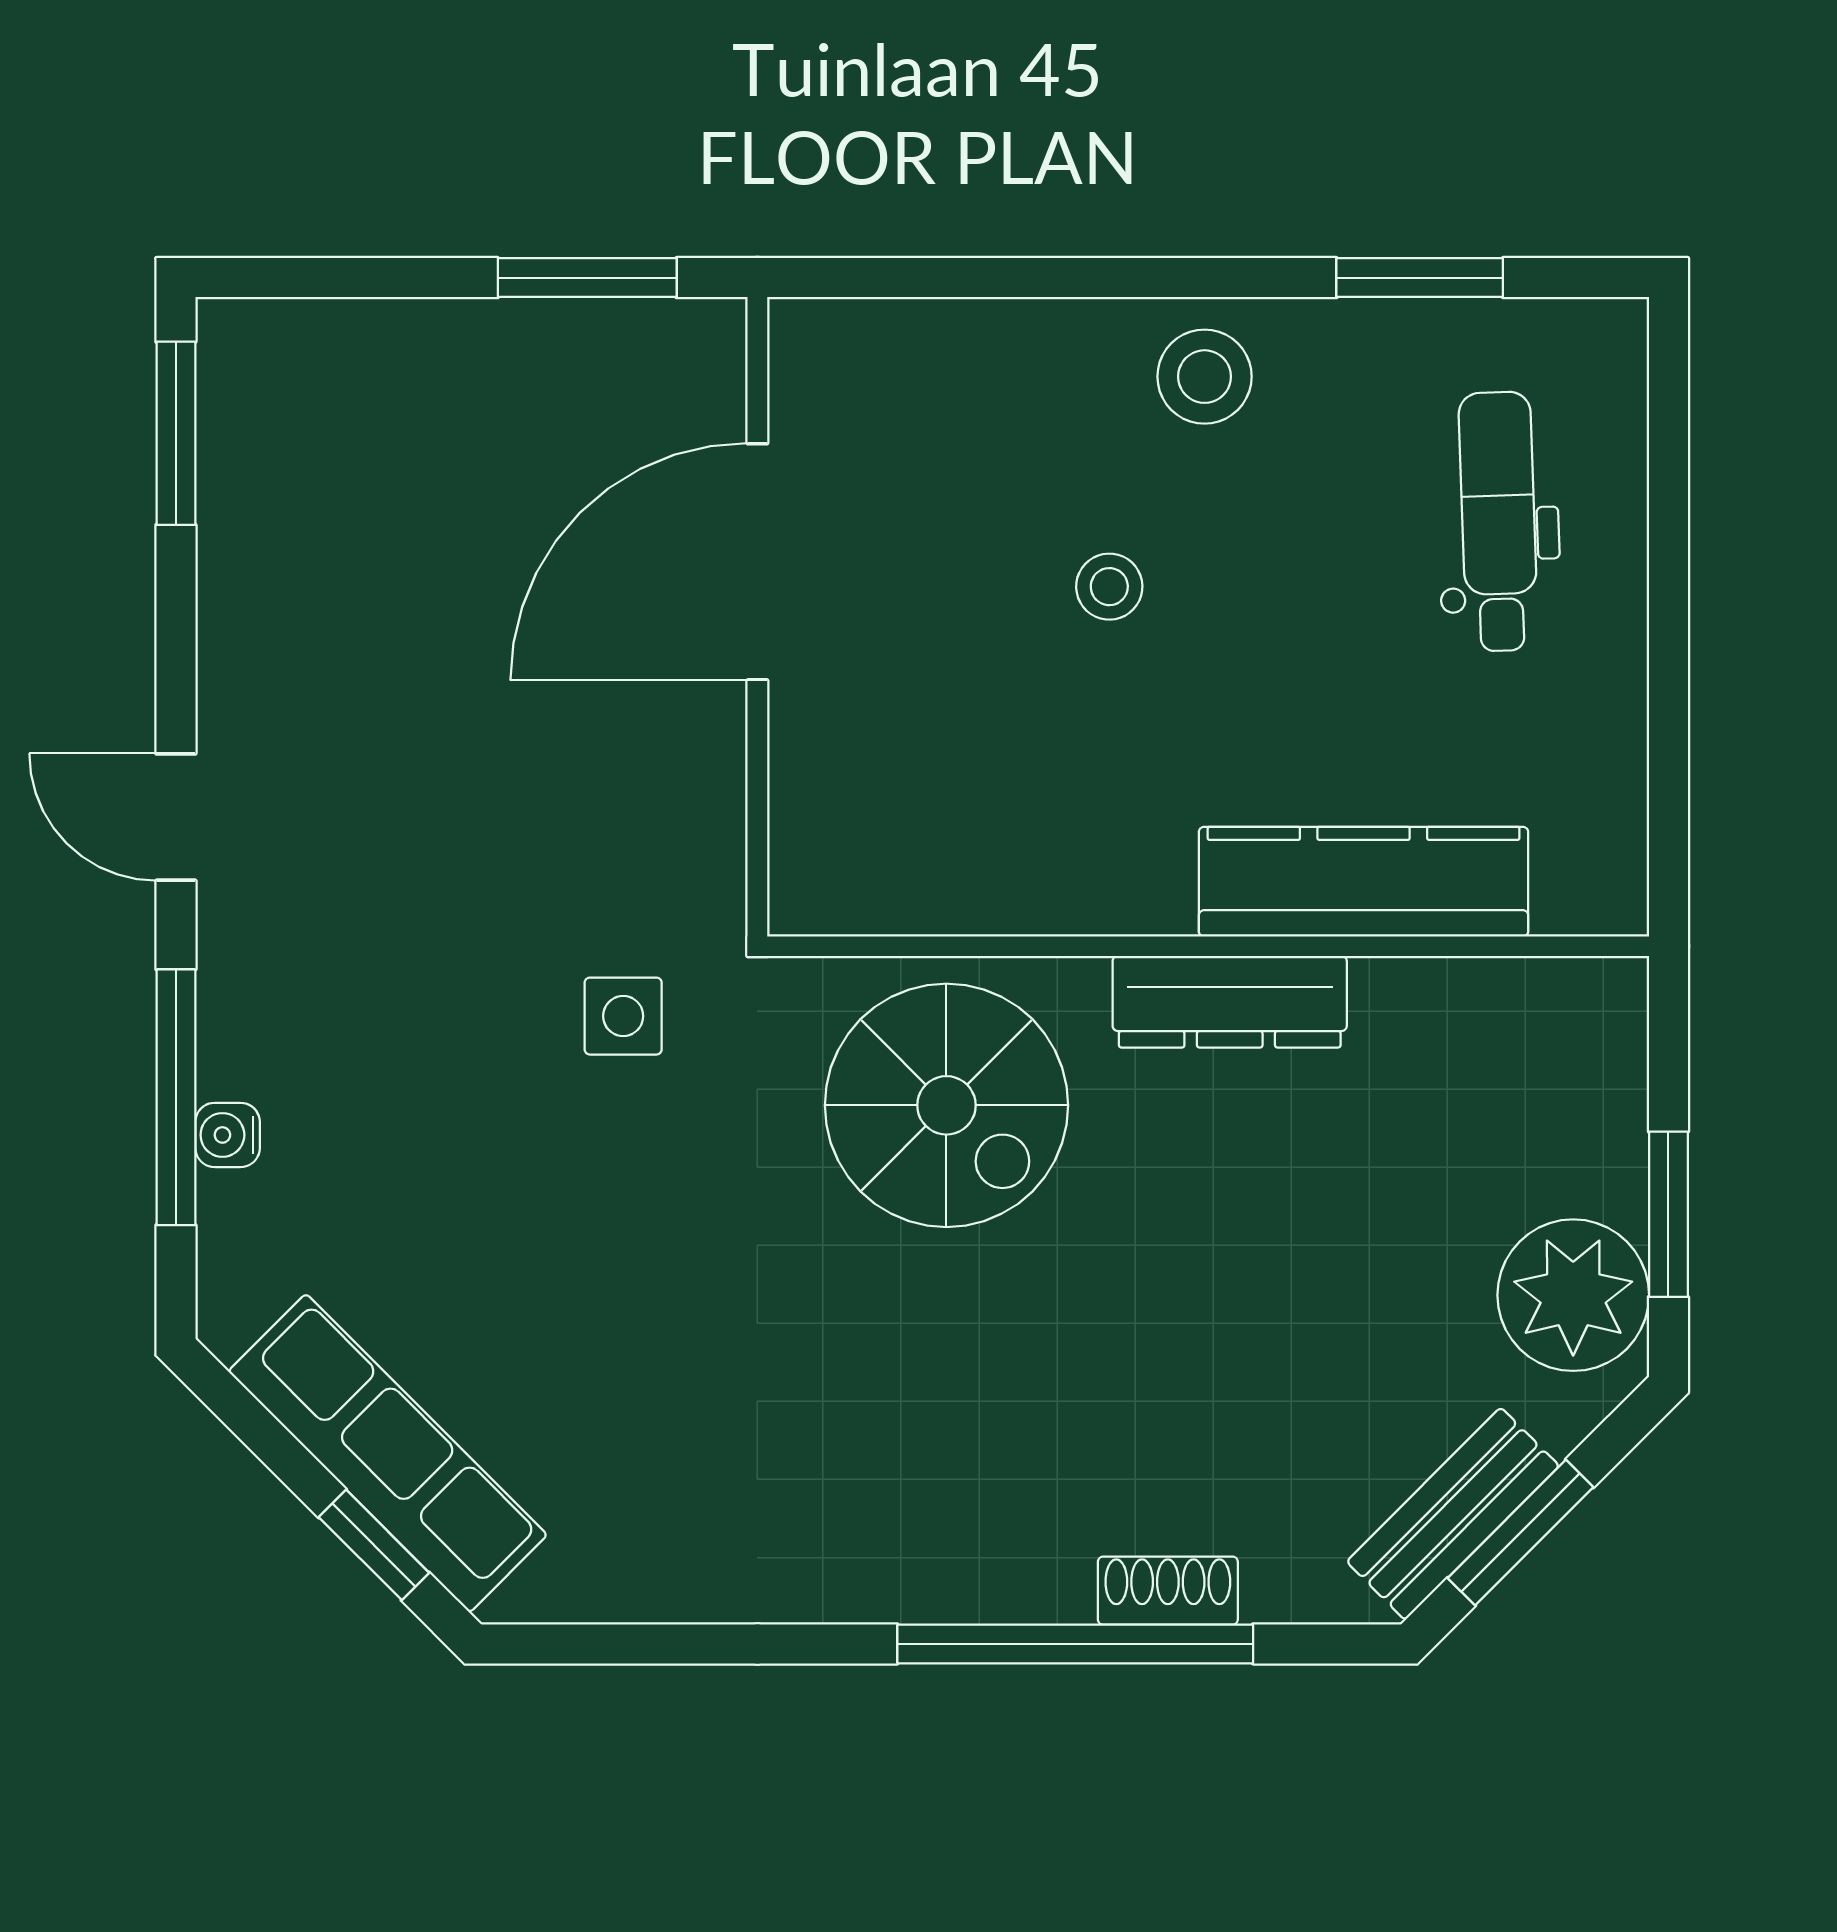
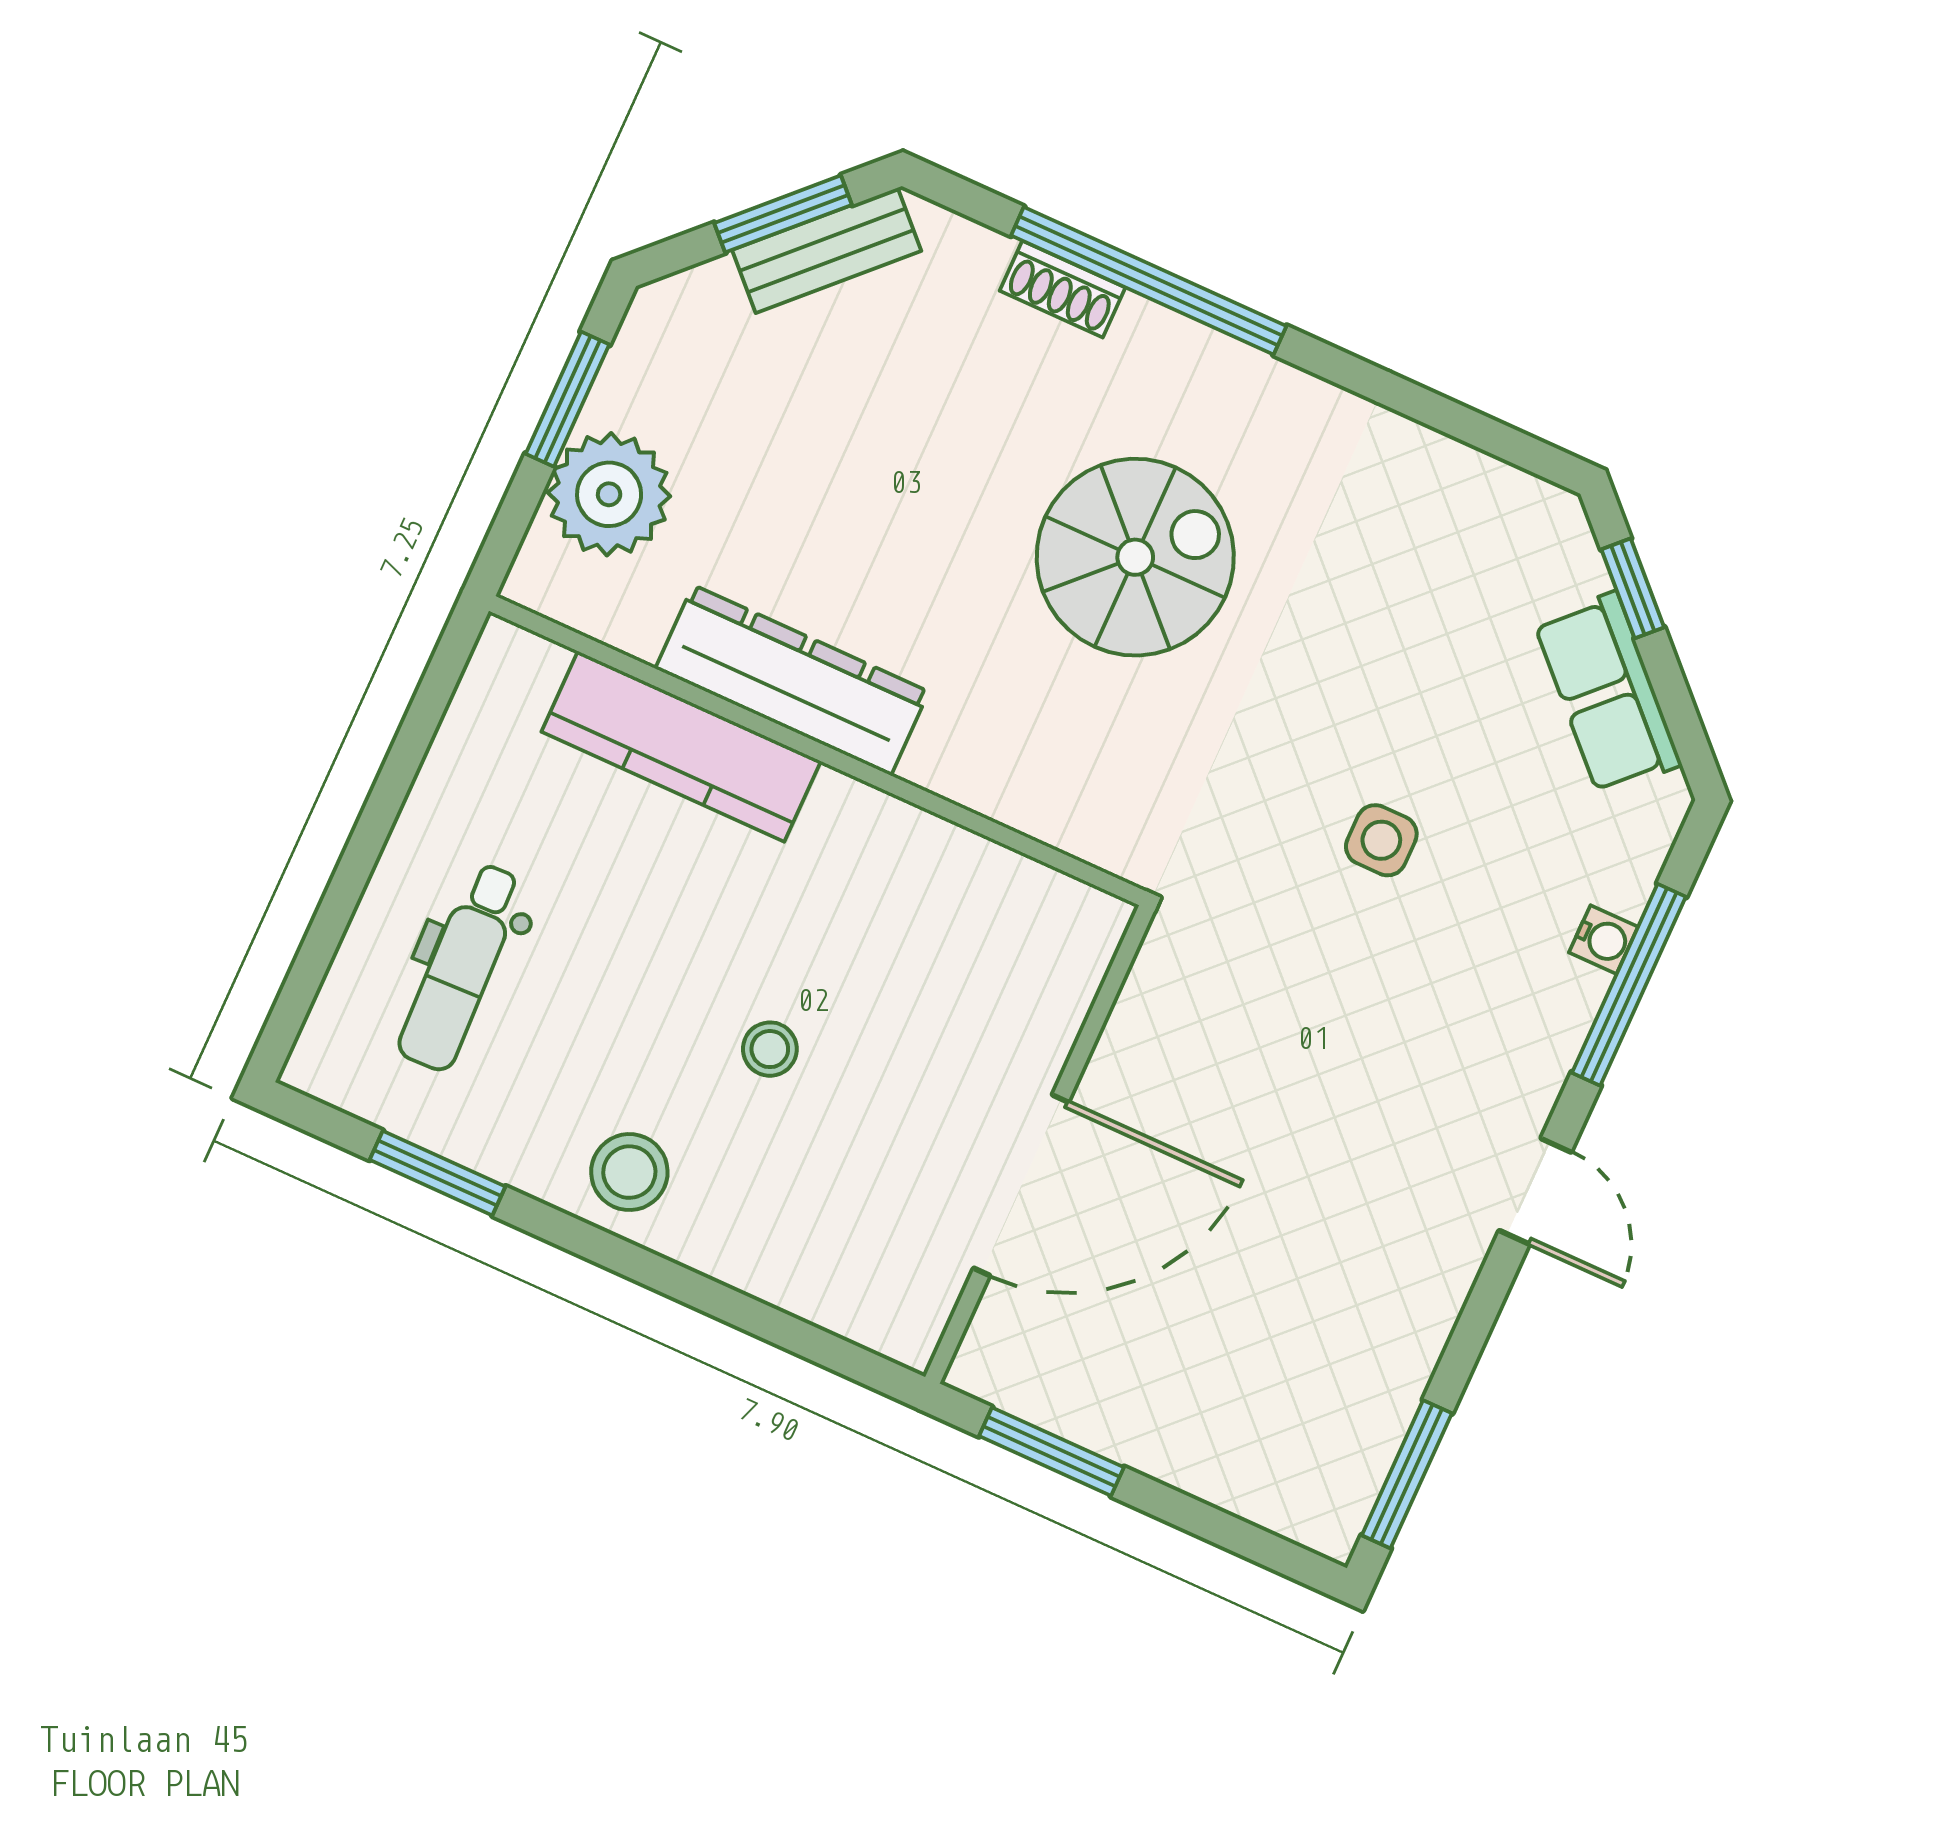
dresser: (1230, 1002) -> (792, 680), width x1.37, depth x1.24
side table: (623, 1016) -> (1381, 840), moved
spiral stairs: (946, 1105) -> (1135, 557), moved, turned 90
plant: (1573, 1295) -> (609, 494), moved
row of seats: (388, 1453) -> (1608, 693), width x0.68

